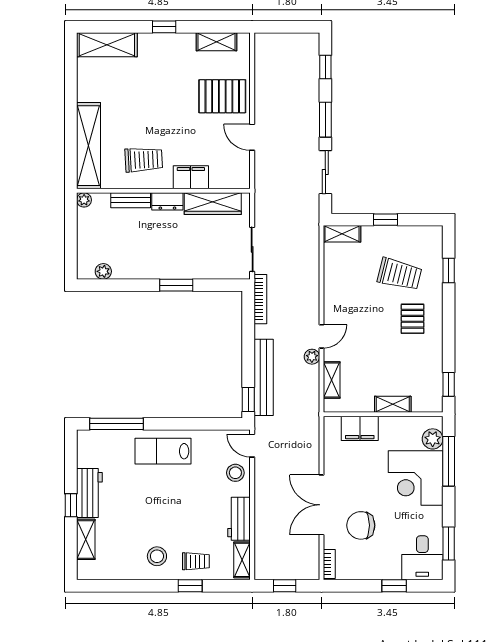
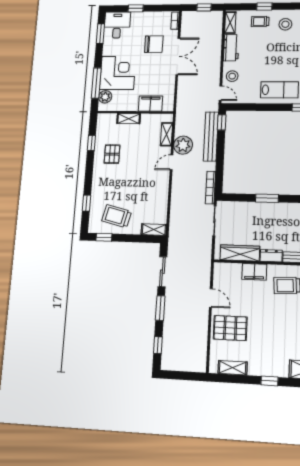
window: (386, 220) -> (104, 237), moved
trolley: (400, 274) -> (117, 216), moved
pallet: (413, 319) -> (112, 154), moved
plant: (312, 357) -> (183, 145), width x1.87, depth x1.87
window: (449, 384) -> (91, 143), moved

